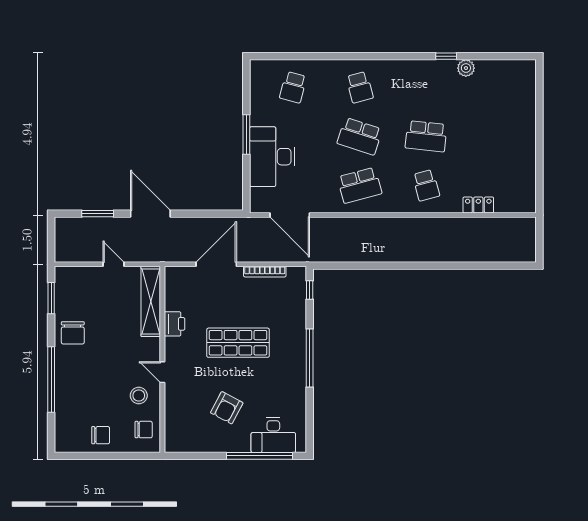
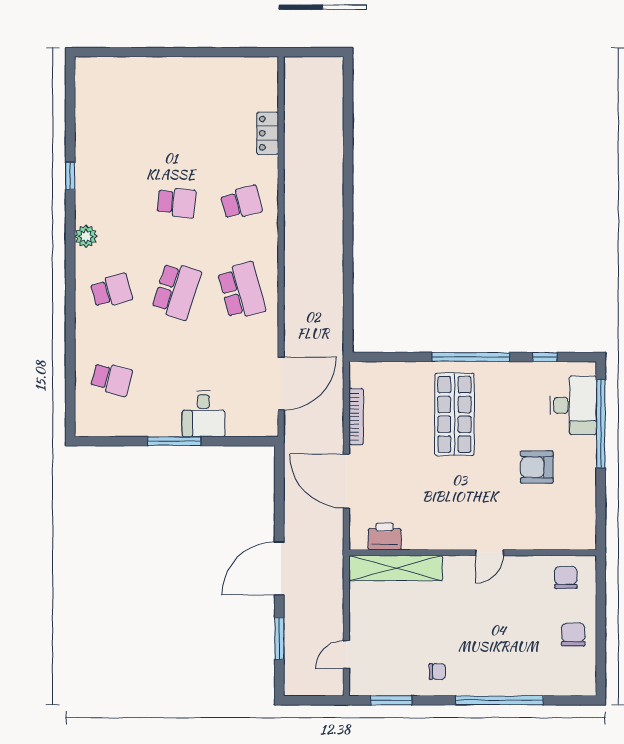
plant: (466, 68) -> (86, 236), moved
school desk: (426, 136) -> (176, 203), width x0.54
desk: (272, 157) -> (204, 414), width x0.53, depth x0.77
door: (113, 264) -> (346, 655), moved
window: (310, 290) -> (545, 357), moved
printer: (174, 324) -> (385, 537), moved
chair: (73, 333) -> (437, 672), width x0.54, depth x0.54
shop shelf: (238, 343) -> (454, 414), moved
stool: (139, 395) -> (521, 584), removed
armchair: (227, 408) -> (537, 467), turned 152

